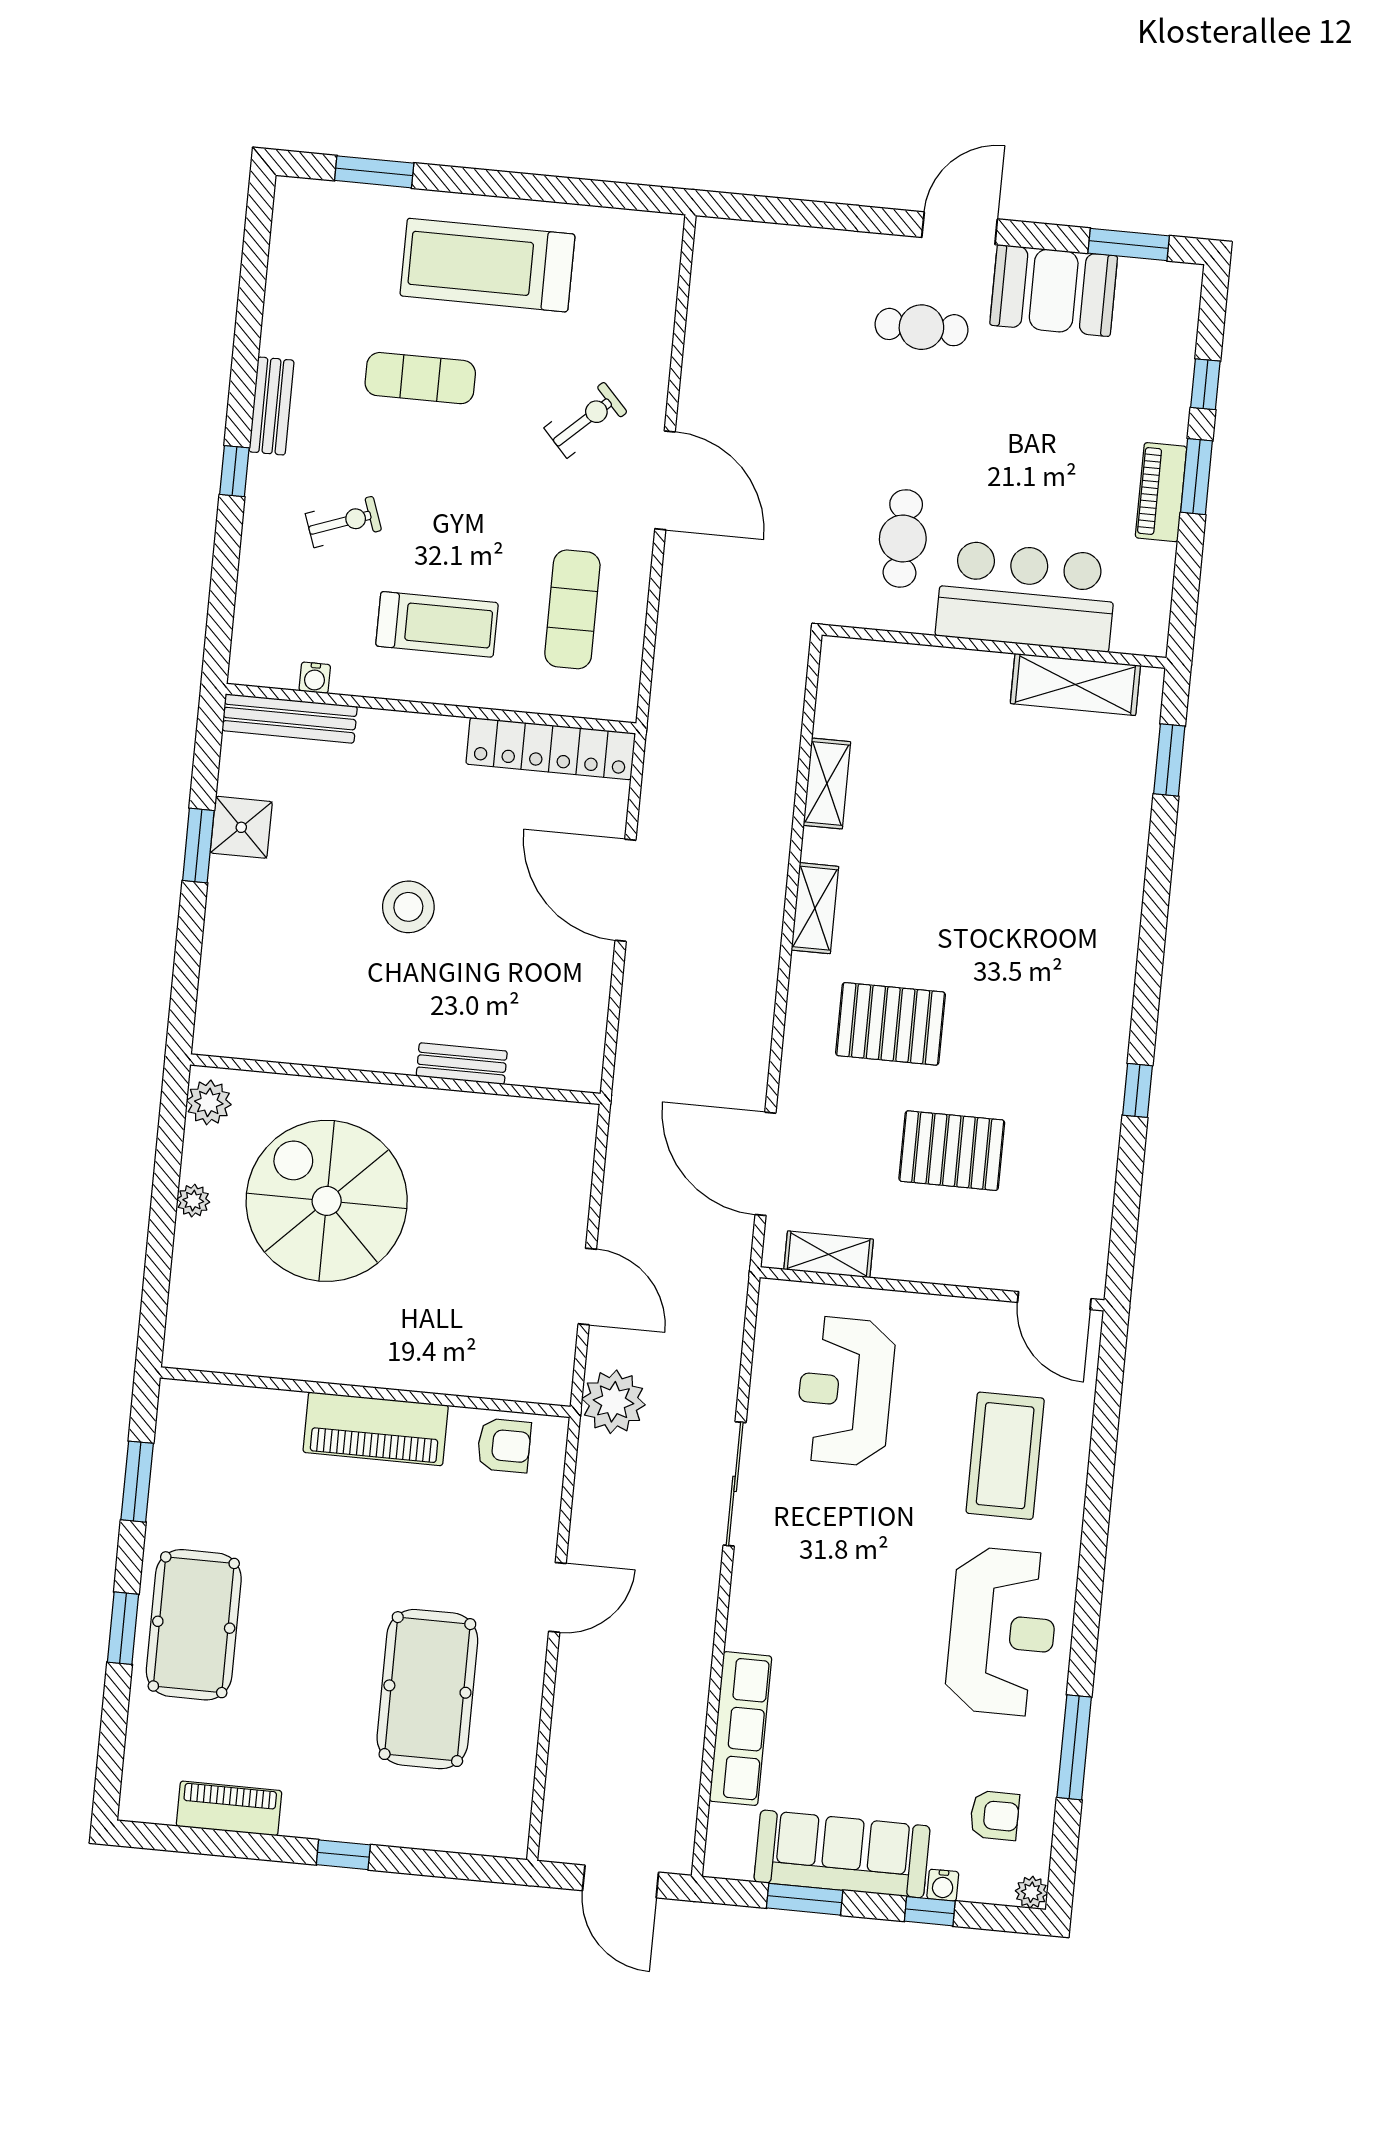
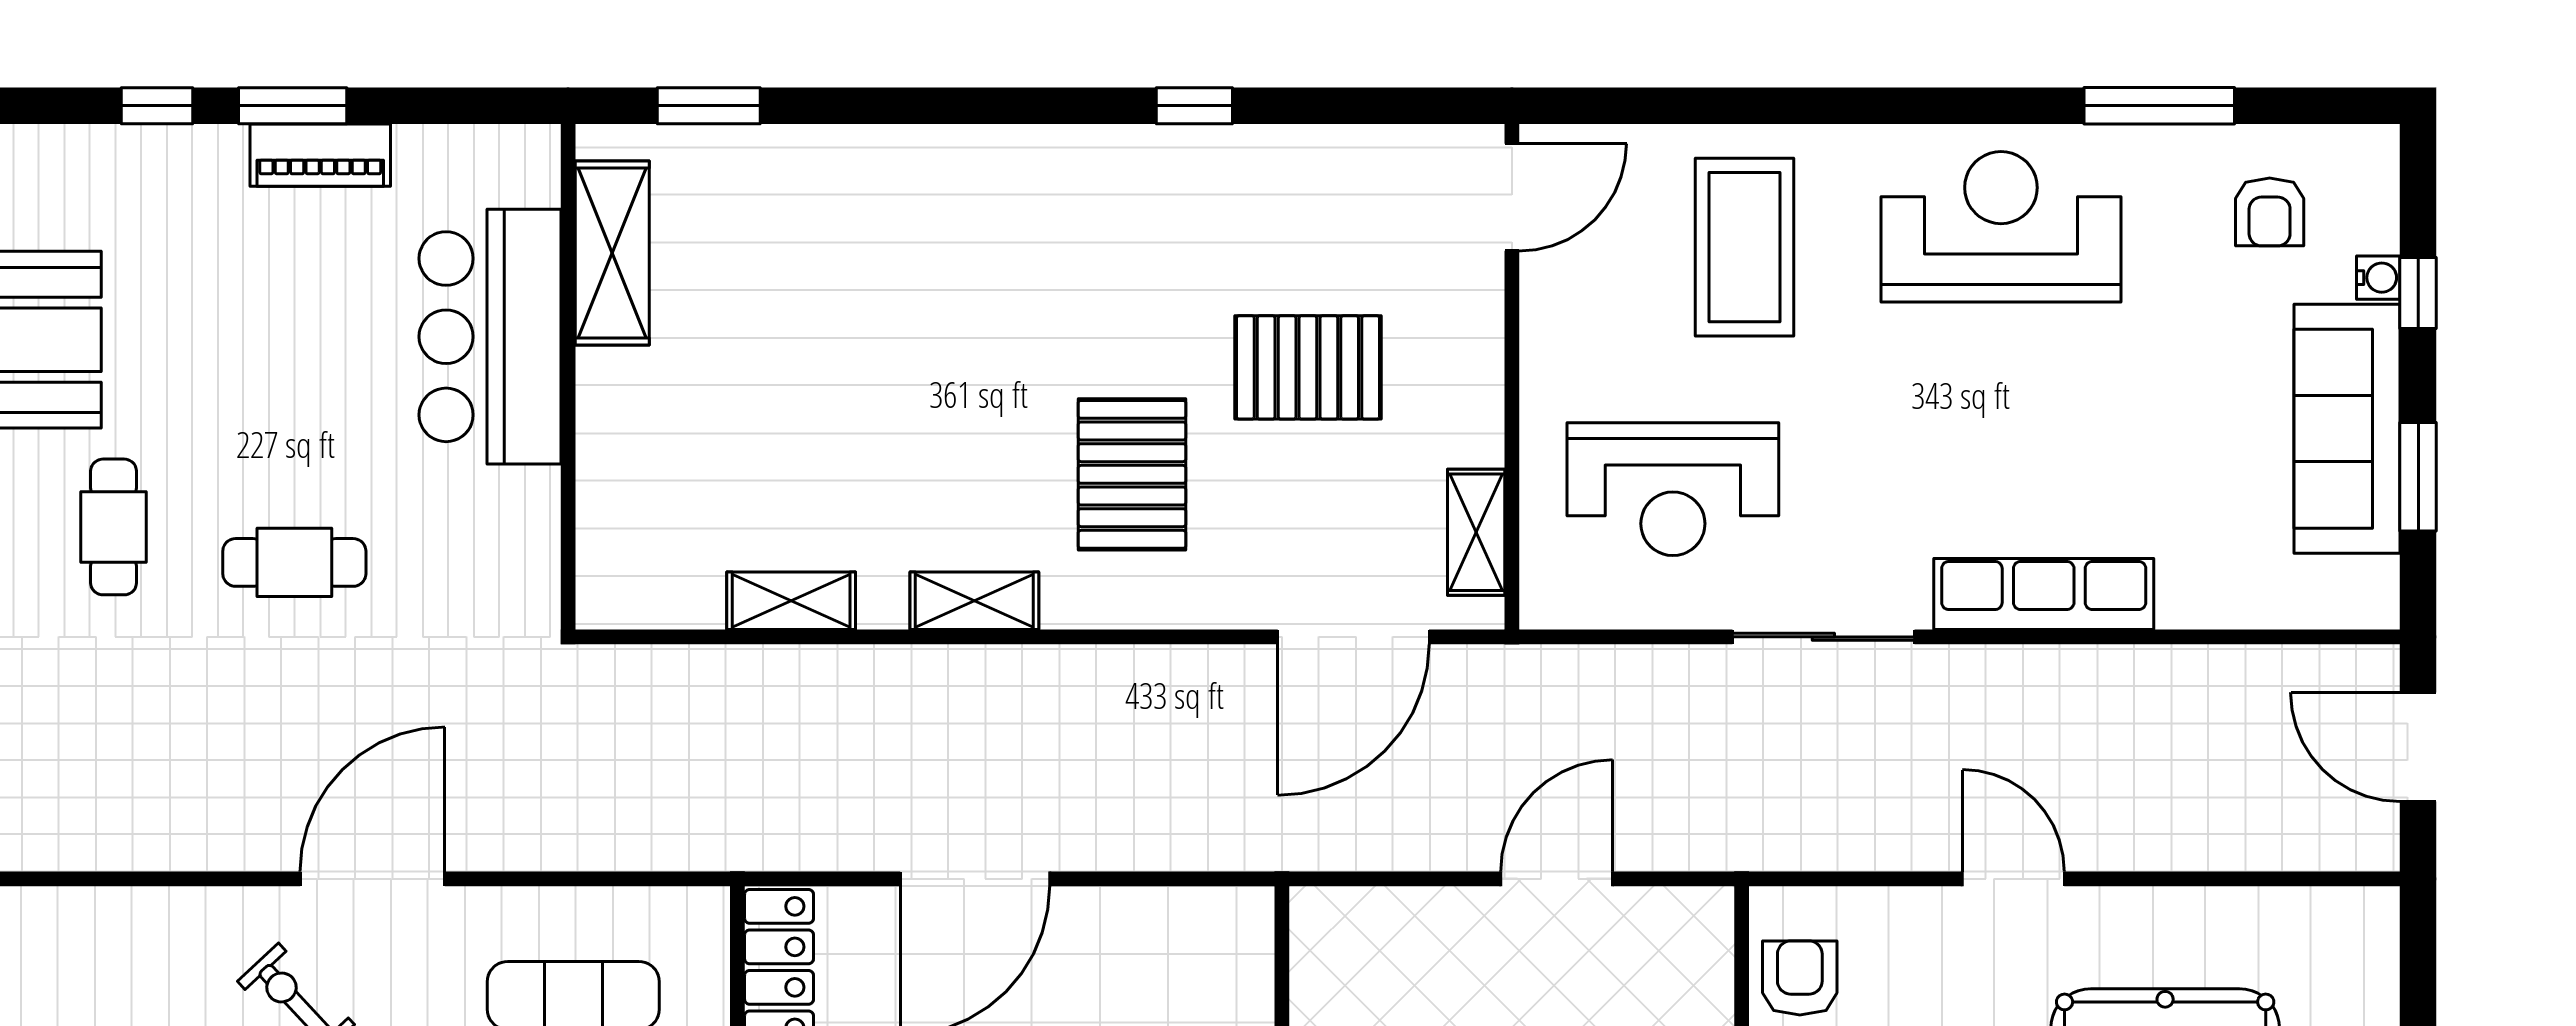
cafe table: (903, 538) -> (294, 562), moved
pallet: (952, 1151) -> (1308, 367), turned 90
plant: (613, 1402) -> (1721, 825), removed
coffee table: (1005, 1456) -> (1744, 247), turned 90
row of seats: (740, 1729) -> (2044, 594), moved
armchair: (995, 1815) -> (2270, 212), turned 180
door: (621, 1881) -> (2418, 747), swing flipped
plant: (1031, 1892) -> (2376, 148), removed

